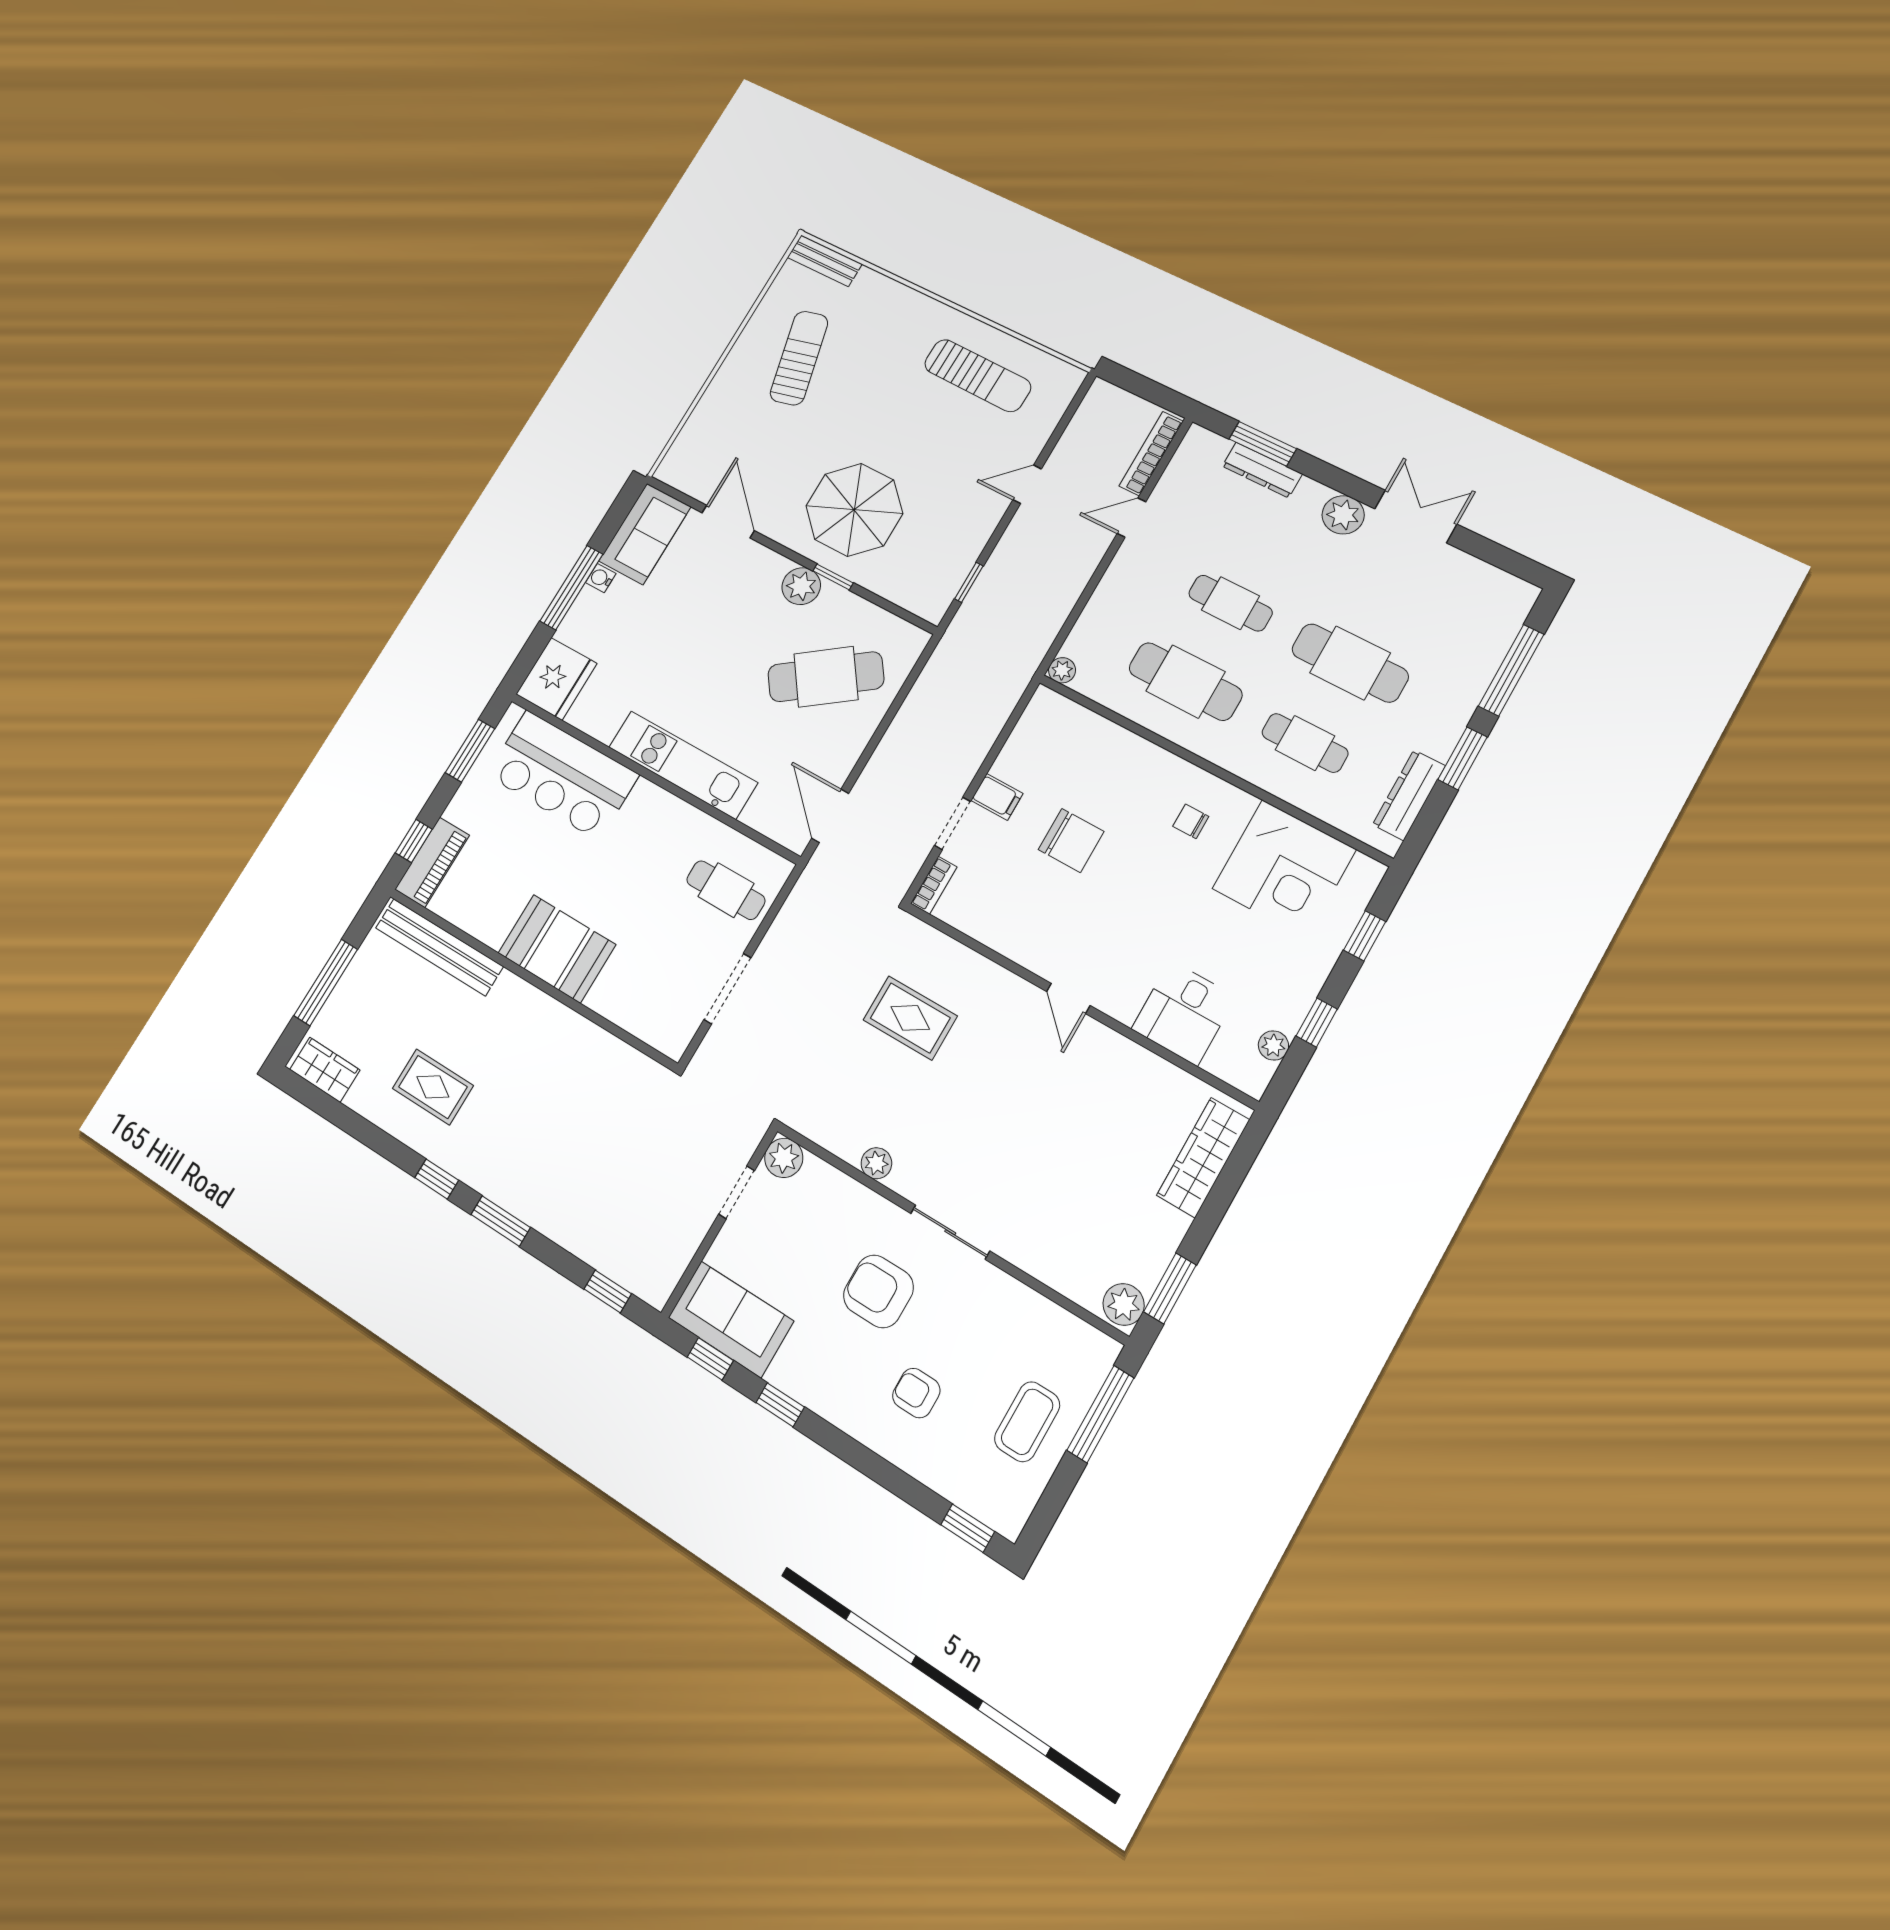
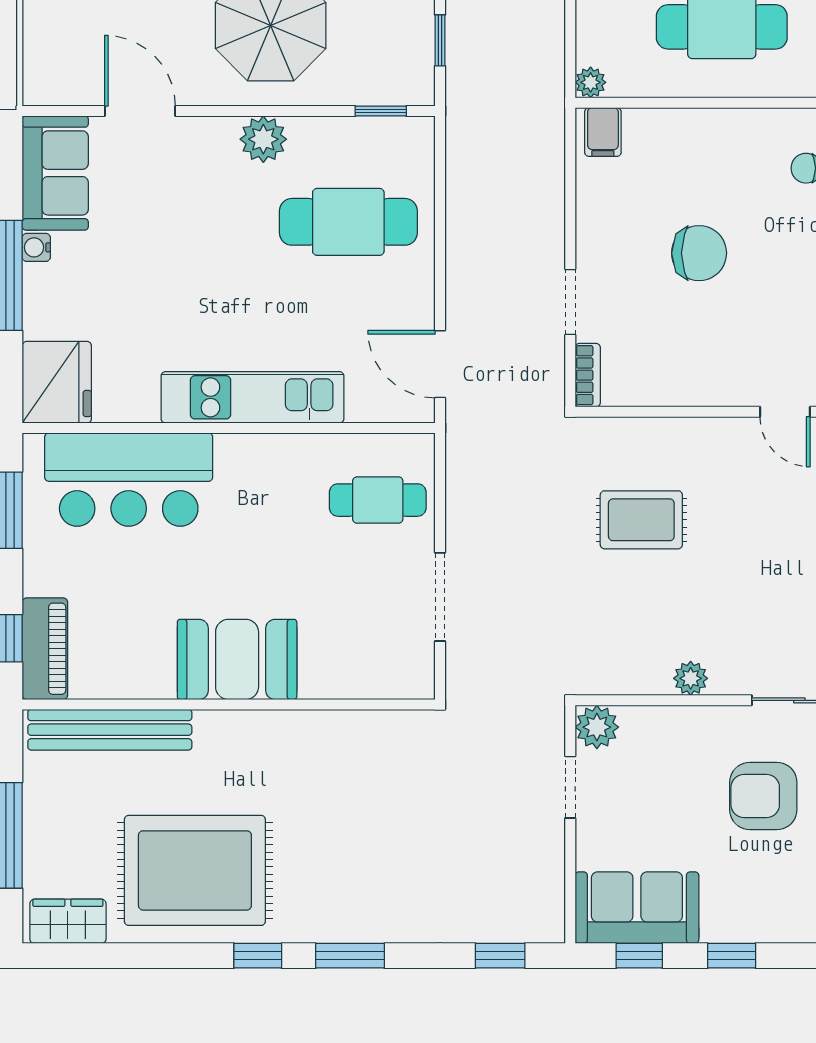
window: (833, 577) -> (381, 111), moved
cafe table: (826, 677) -> (348, 222), turned 36
filing cabinet: (997, 797) -> (603, 132), moved, turned 90
rug: (433, 1087) -> (195, 870), width x1.86, depth x2.06

